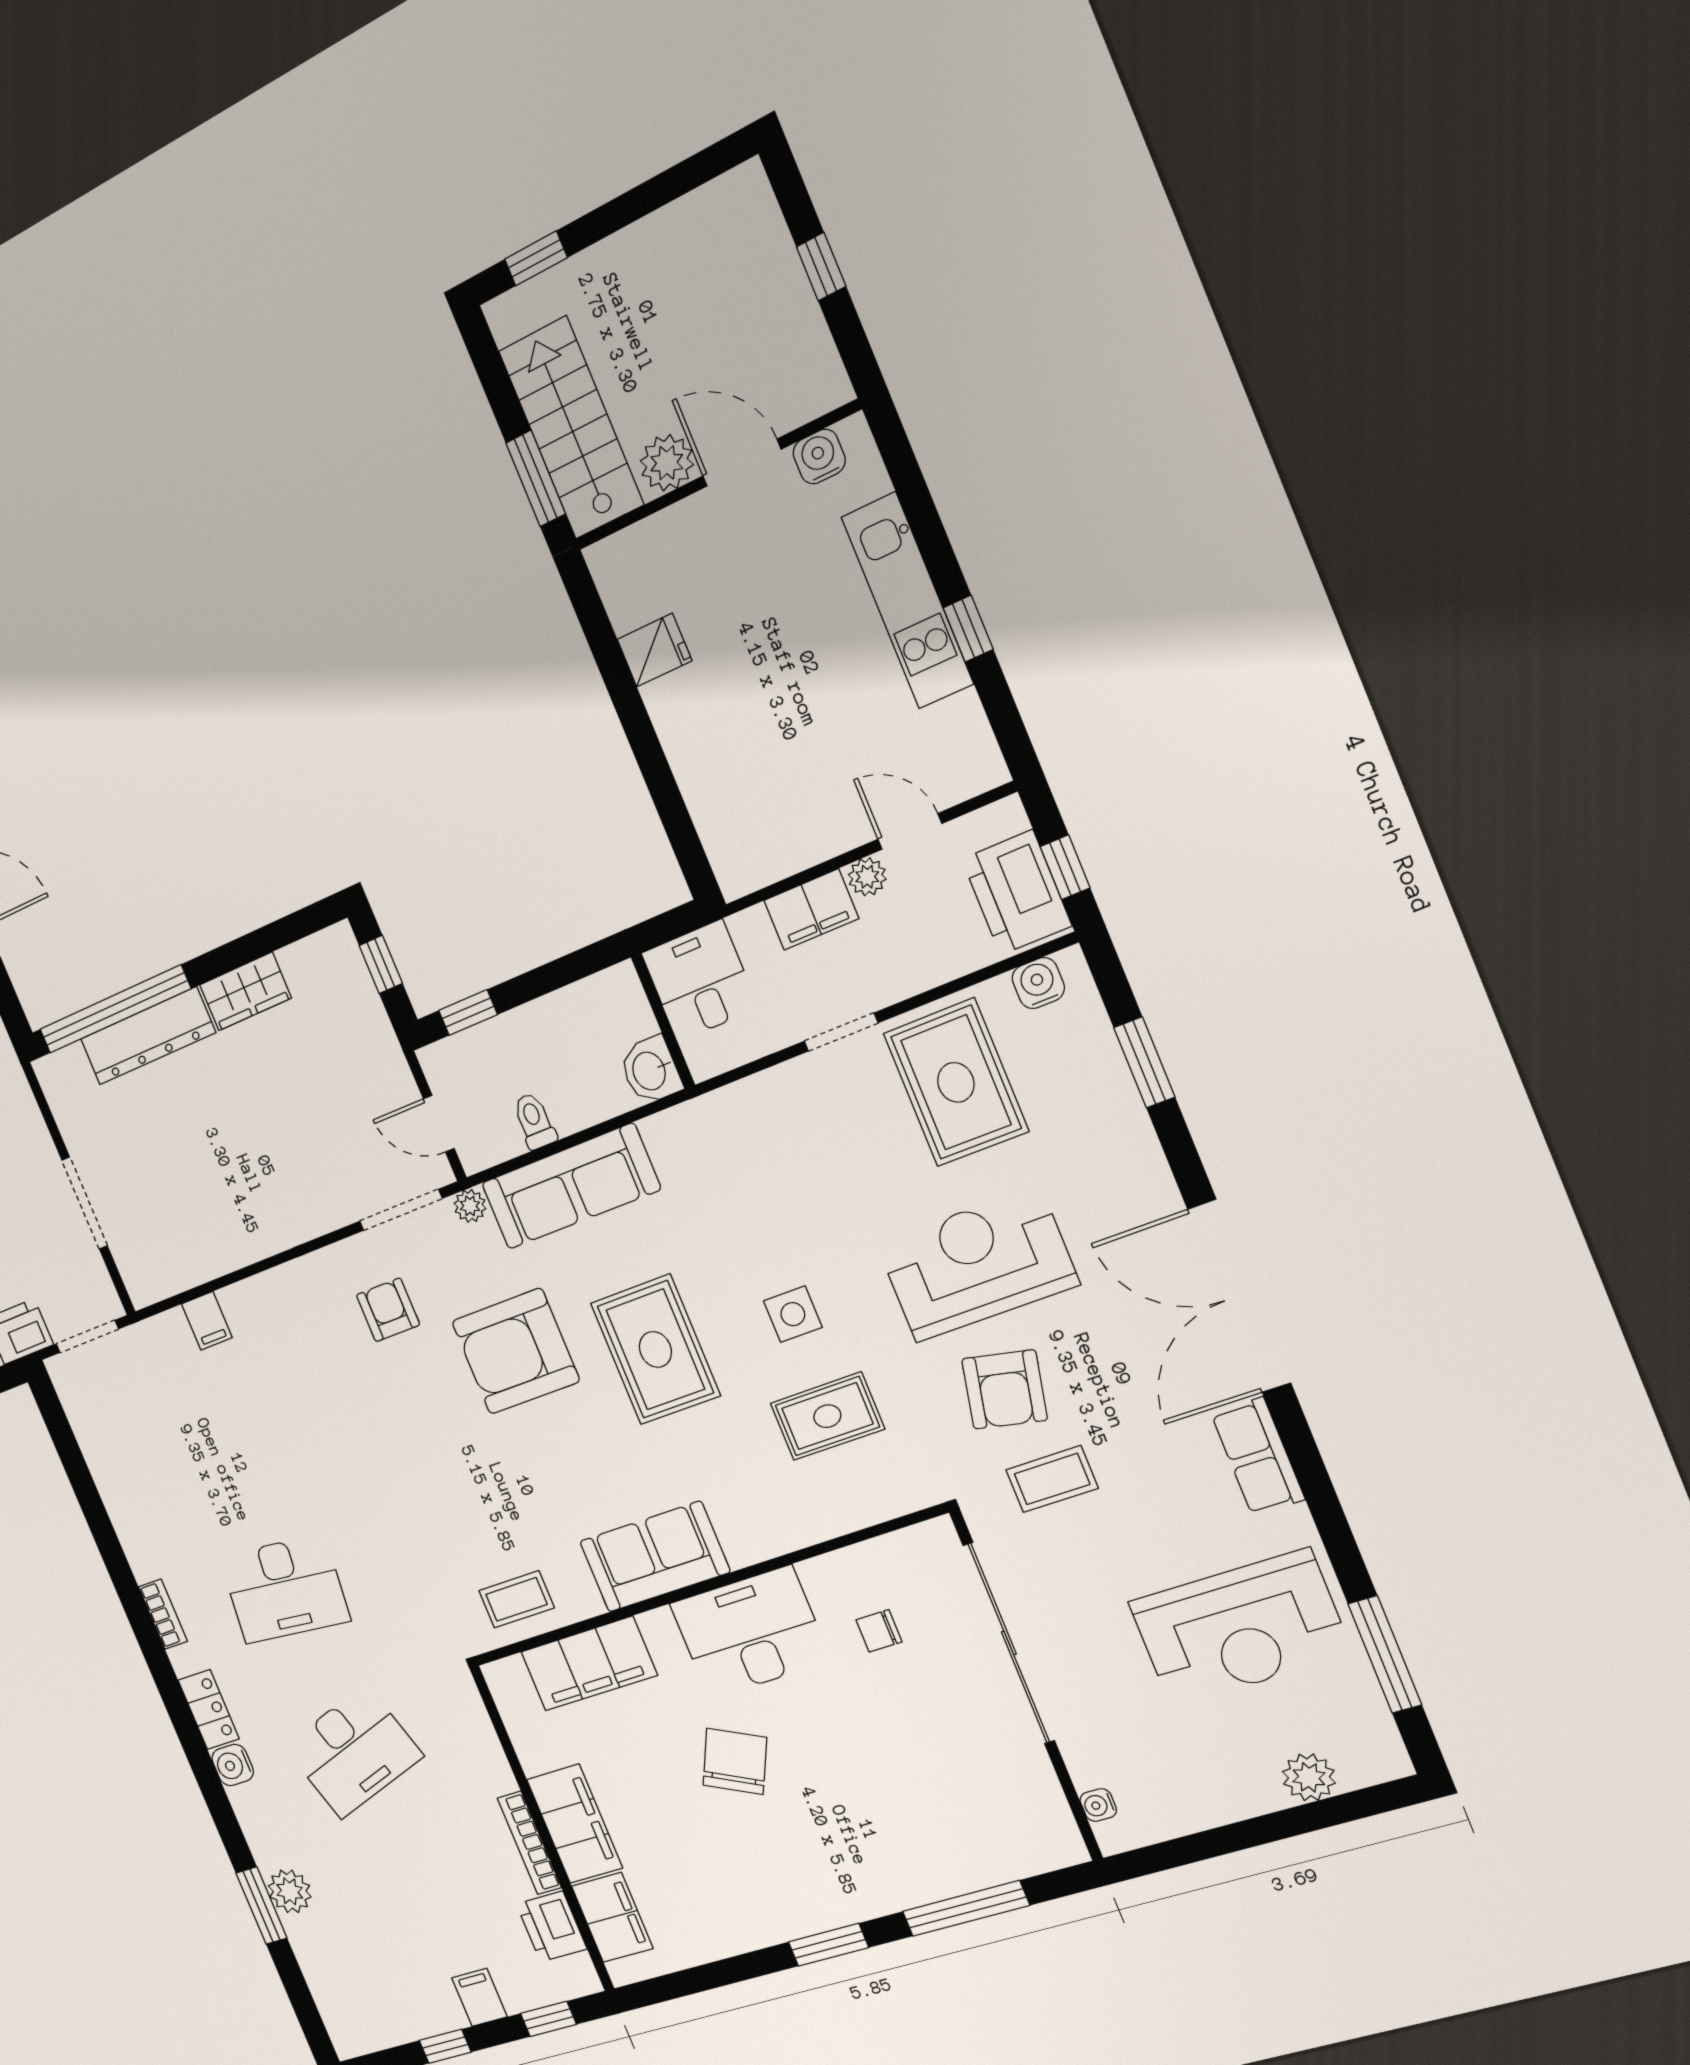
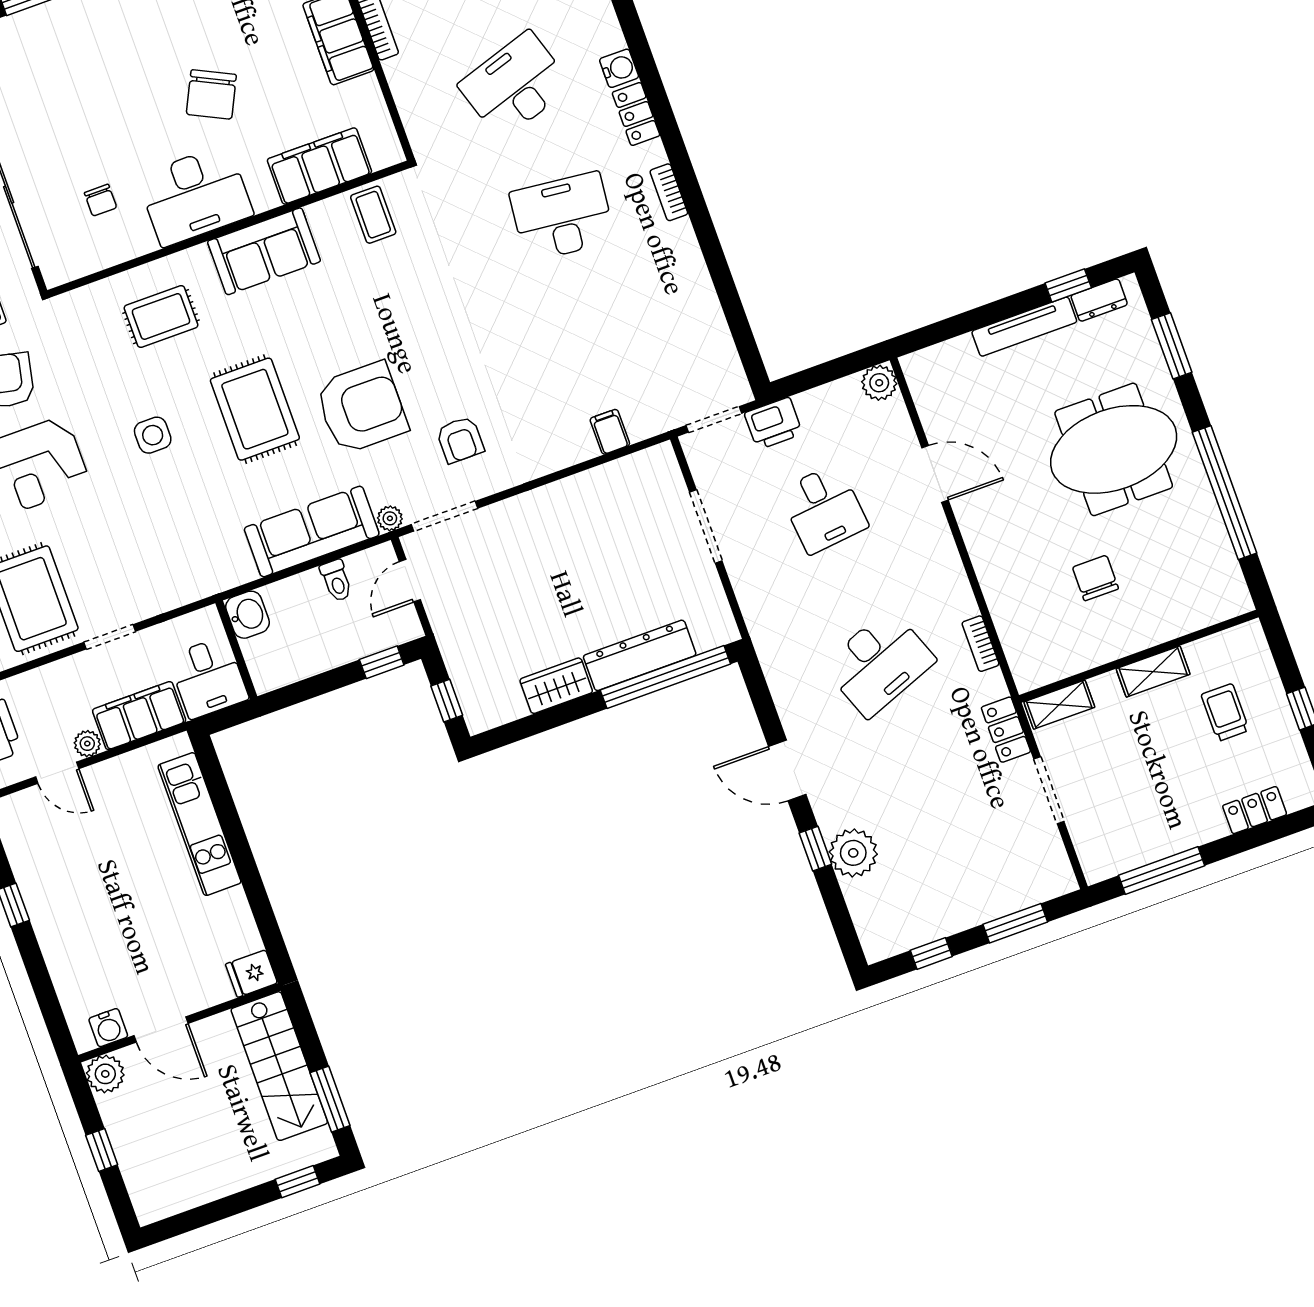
plant: (667, 463) -> (105, 1074), moved
window: (536, 478) -> (330, 1099), moved
kitchen unit: (907, 600) -> (199, 824), moved, turned 180
fridge: (654, 650) -> (251, 974), moved
filing cabinet: (811, 909) -> (139, 716), width x1.50, depth x1.17
door: (439, 1124) -> (410, 581), swing flipped
rug: (827, 1416) -> (161, 316), moved
coffee table: (517, 1599) -> (373, 215), turned 90
chair: (879, 1631) -> (101, 200), turned 90

